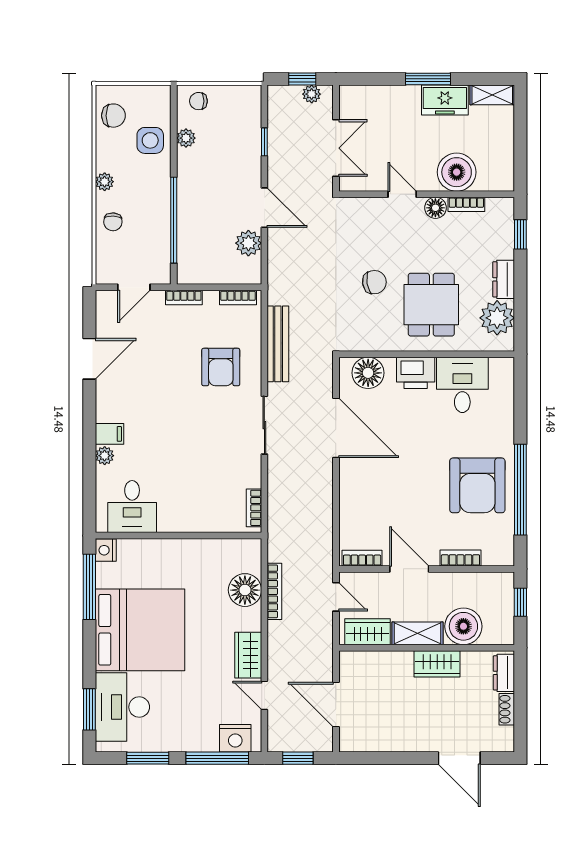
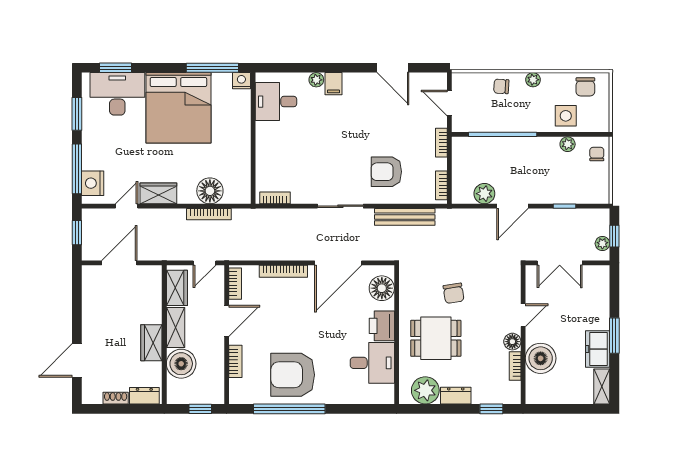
bookcase: (347, 497) -> (283, 271), added

